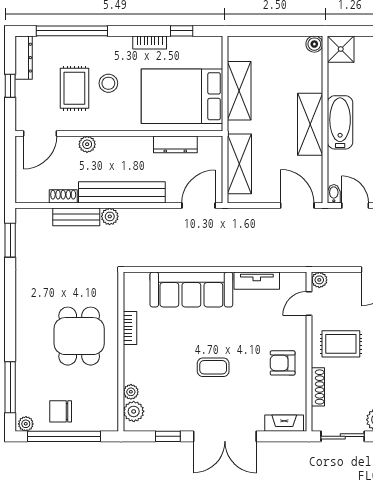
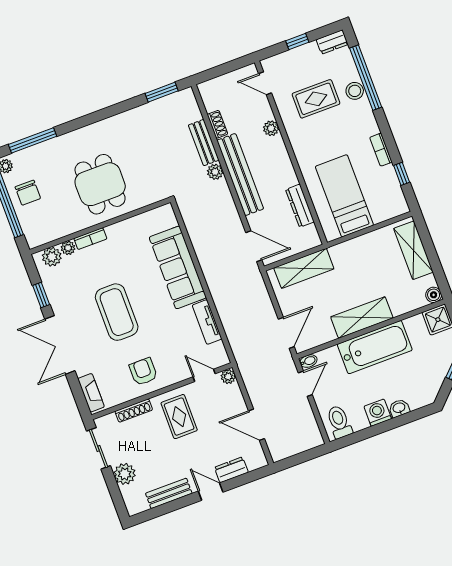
dresser: (24, 58) -> (332, 42), width x0.70
stool: (108, 83) -> (355, 91), moved
shelving: (239, 91) -> (413, 250), moved, turned 90
bed: (182, 96) -> (344, 196), width x0.67
bathtub: (340, 122) -> (375, 347), width x1.36, depth x1.36
door: (40, 133) -> (265, 83), width x0.73
bookcase: (130, 328) -> (90, 239), moved
dining table: (79, 336) -> (100, 184), turned 90
coffee table: (213, 367) -> (117, 312), width x1.86, depth x1.72
chair: (61, 411) -> (28, 193), turned 180

